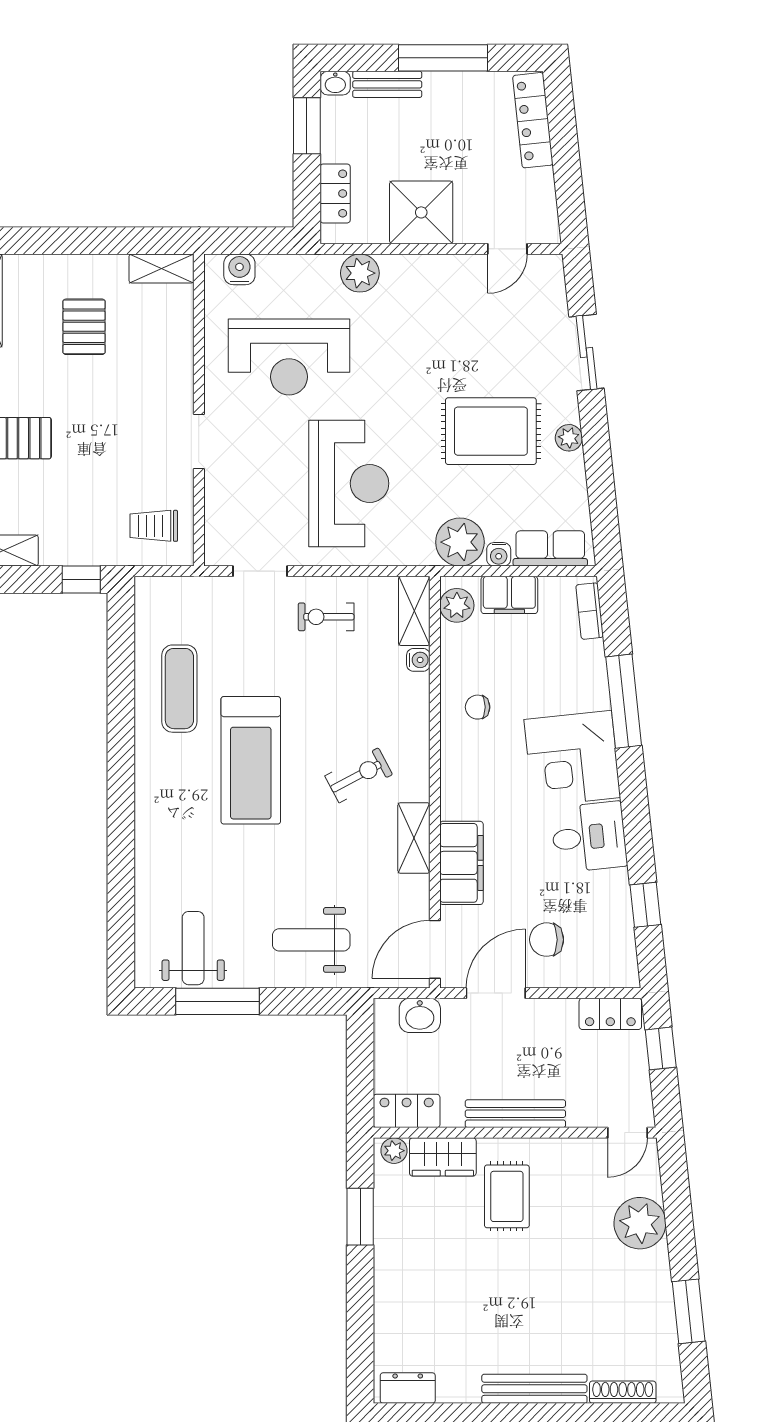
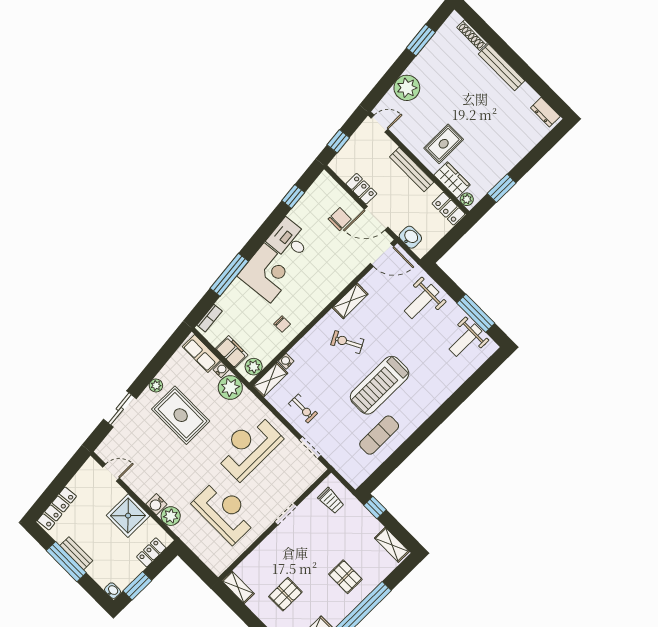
bench: (387, 84) -> (76, 553), moved
water cooler: (239, 269) -> (156, 504), moved
treadmill: (251, 760) -> (380, 385), turned 180
filing cabinet: (461, 863) -> (342, 276), removed
weight bench: (311, 940) -> (422, 302), turned 90
chair: (547, 940) -> (340, 219), turned -90
locker: (610, 1014) -> (361, 189), moved

